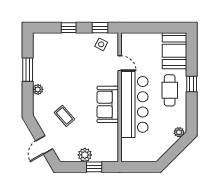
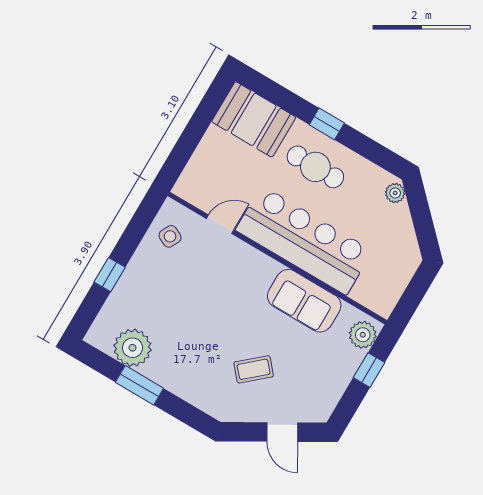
window: (100, 28) -> (141, 222), removed
plant: (38, 89) -> (132, 348), moved, width x1.88, depth x1.88
sofa: (108, 104) -> (304, 301), moved
plant: (85, 155) -> (363, 335), moved

